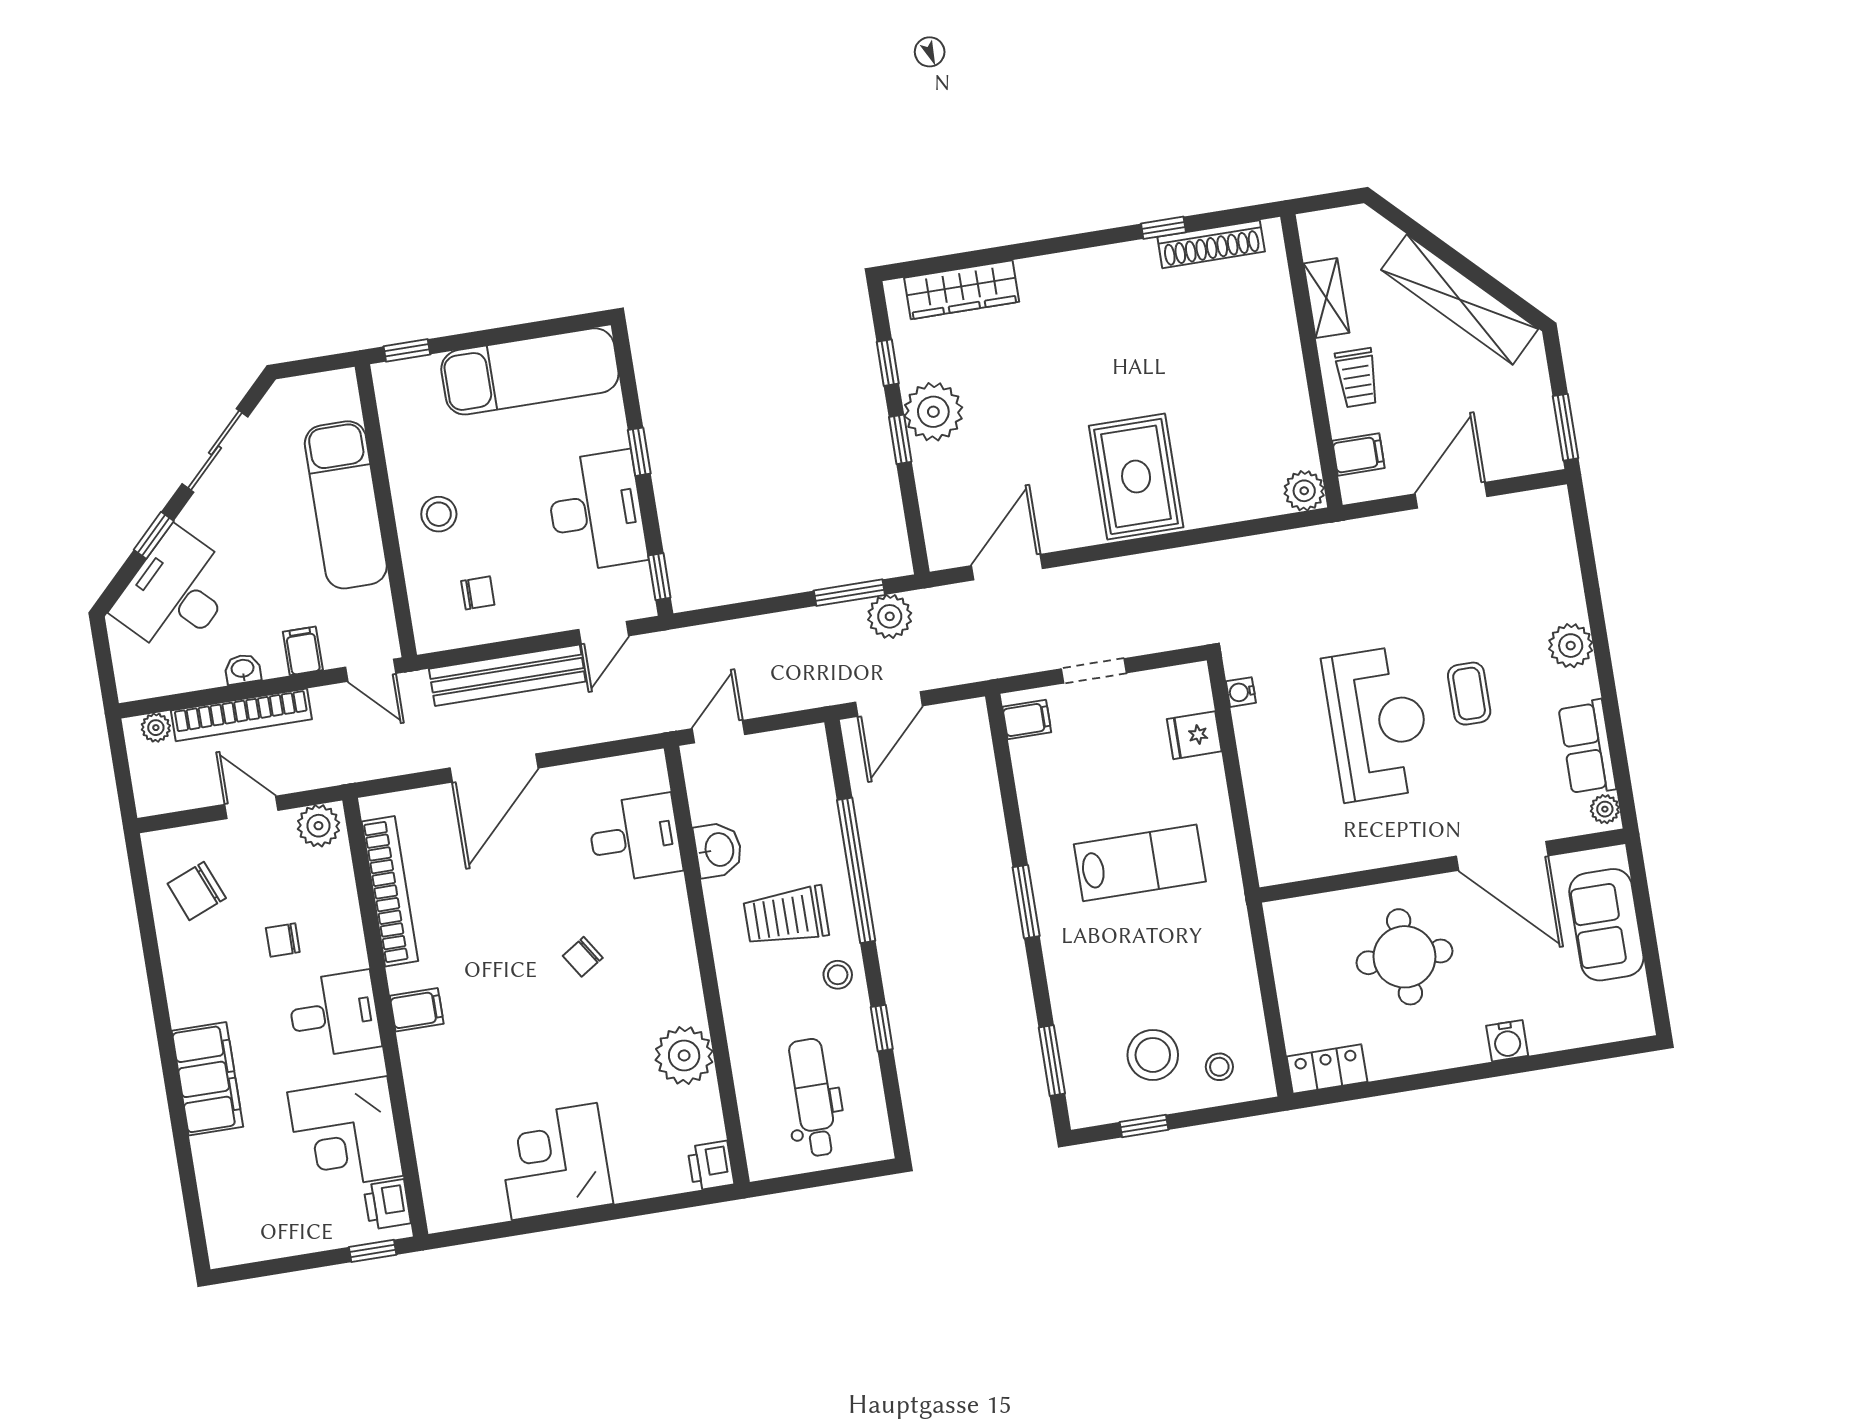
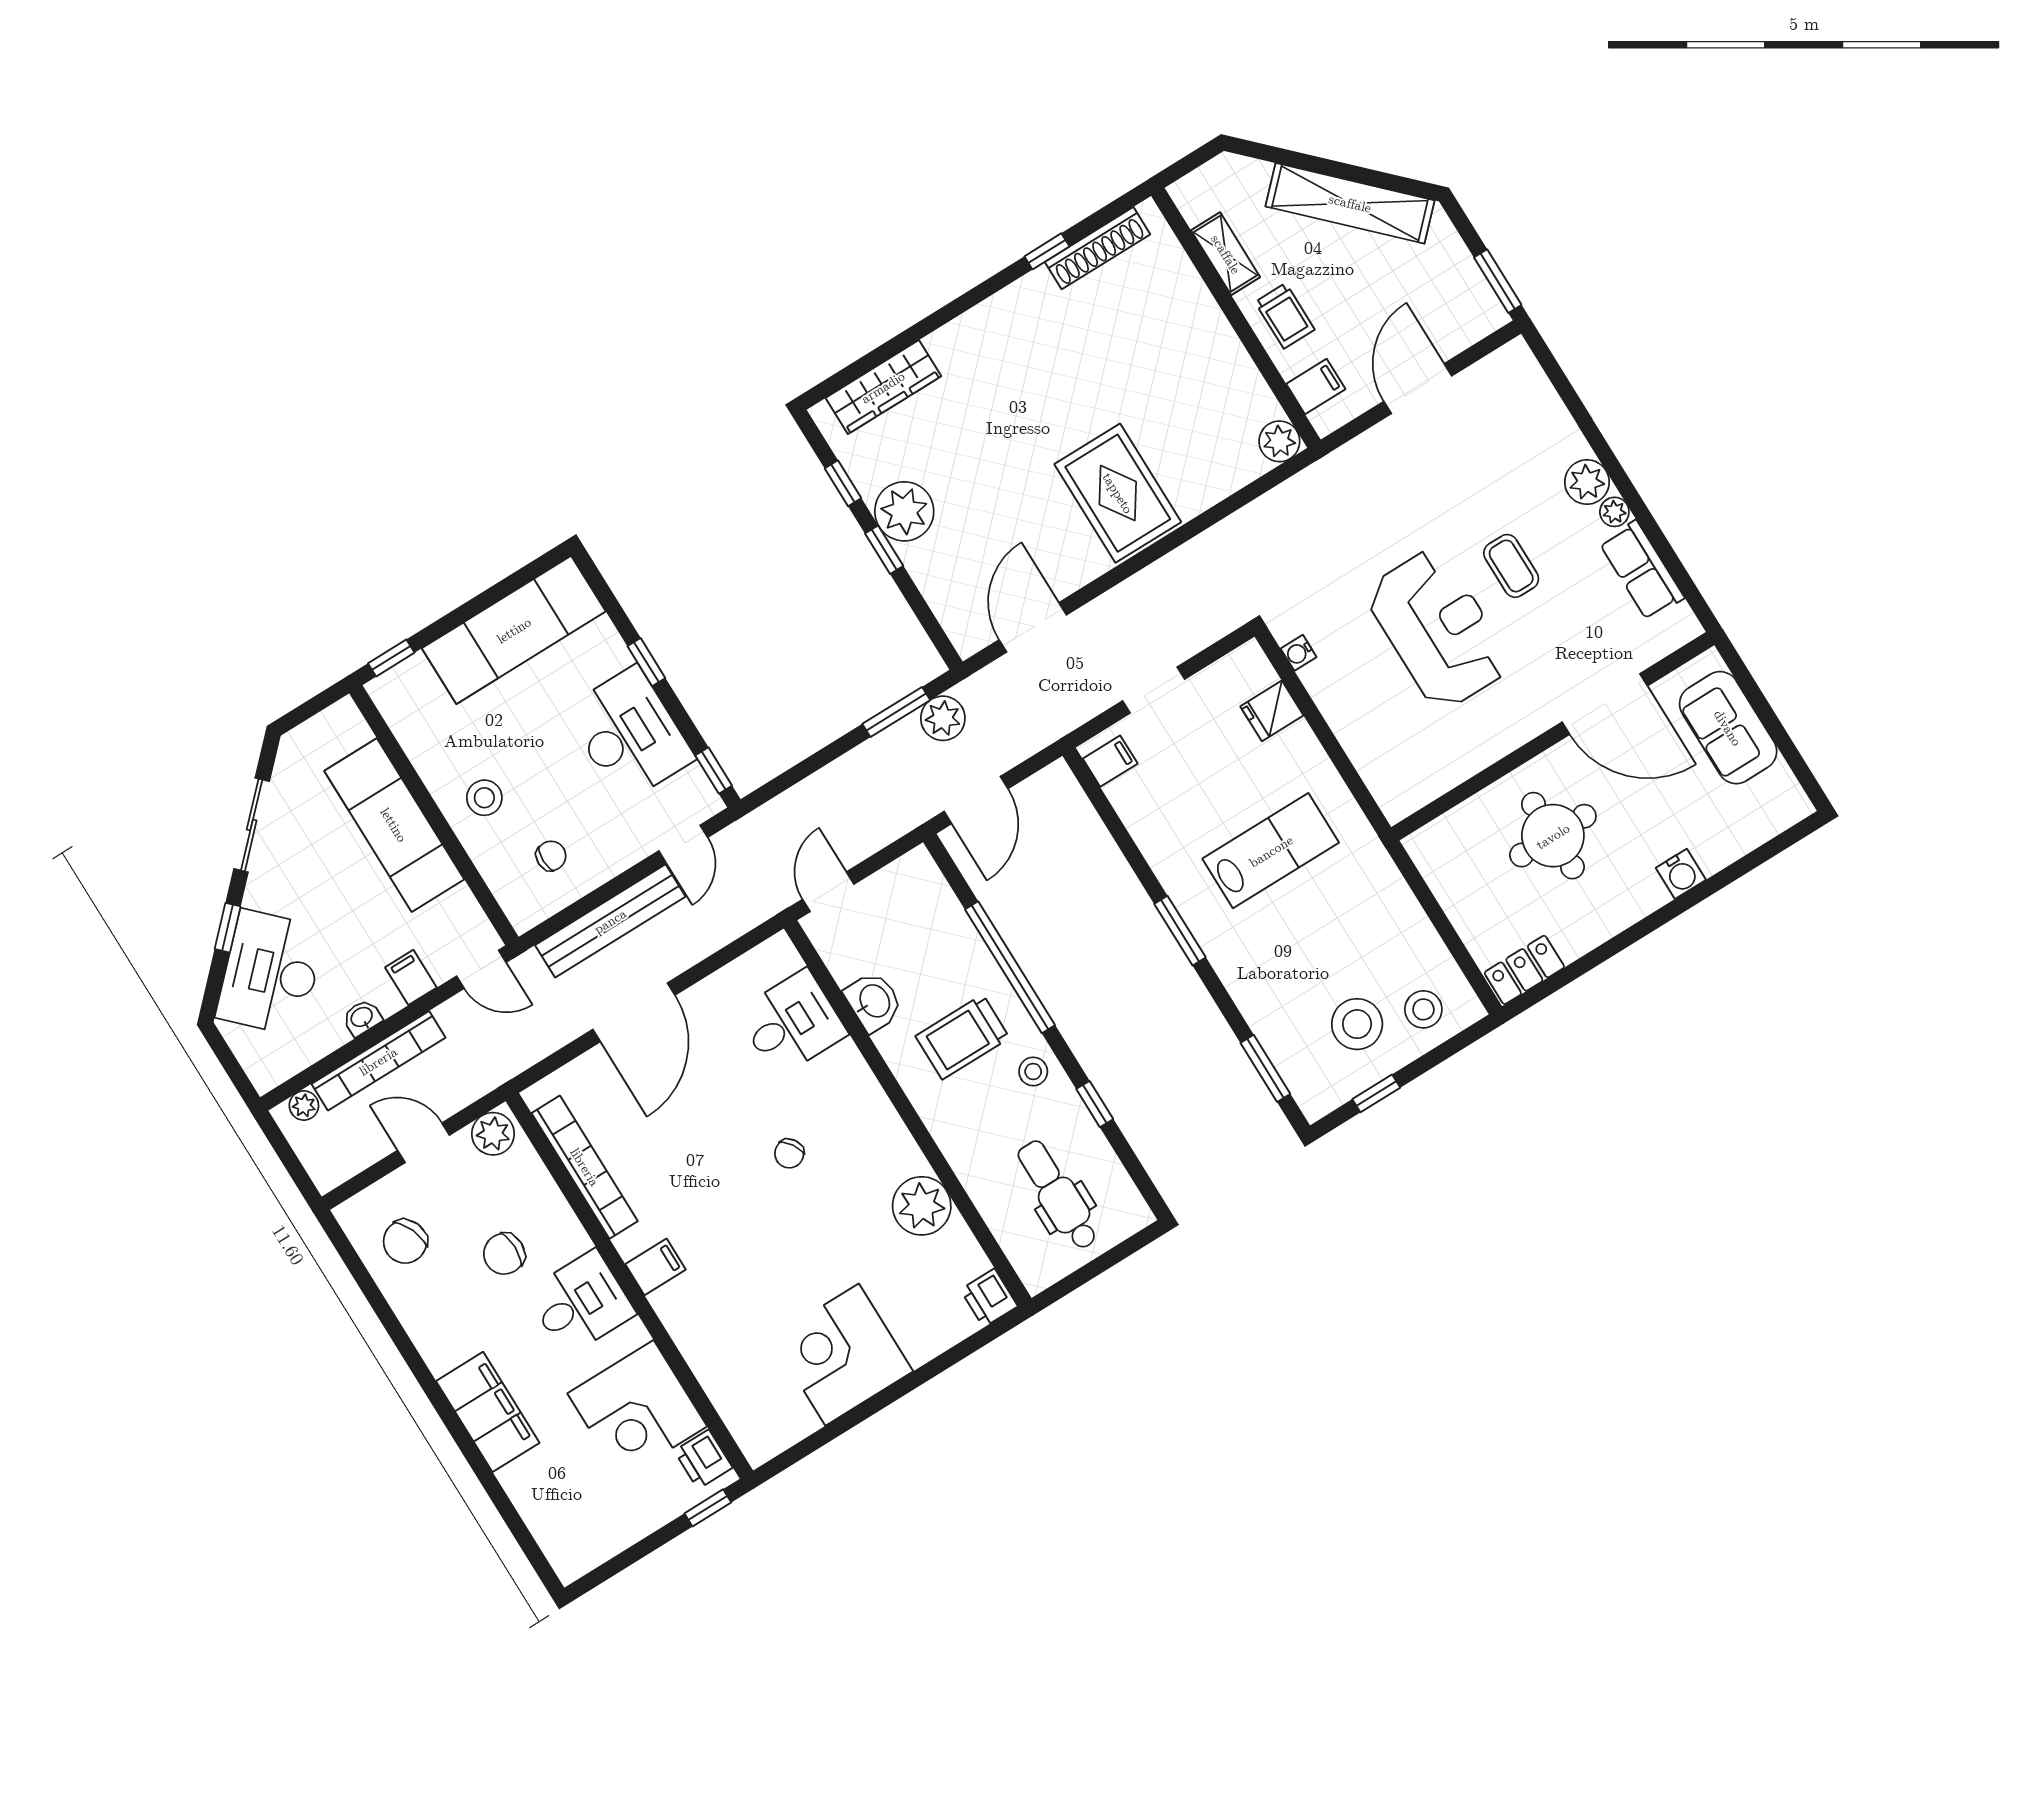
plant: (1605, 809) -> (1614, 512), moved
chair: (283, 940) -> (504, 1254), width x1.37, depth x1.37
stool: (1219, 1067) -> (1423, 1009), width x1.37, depth x1.37

